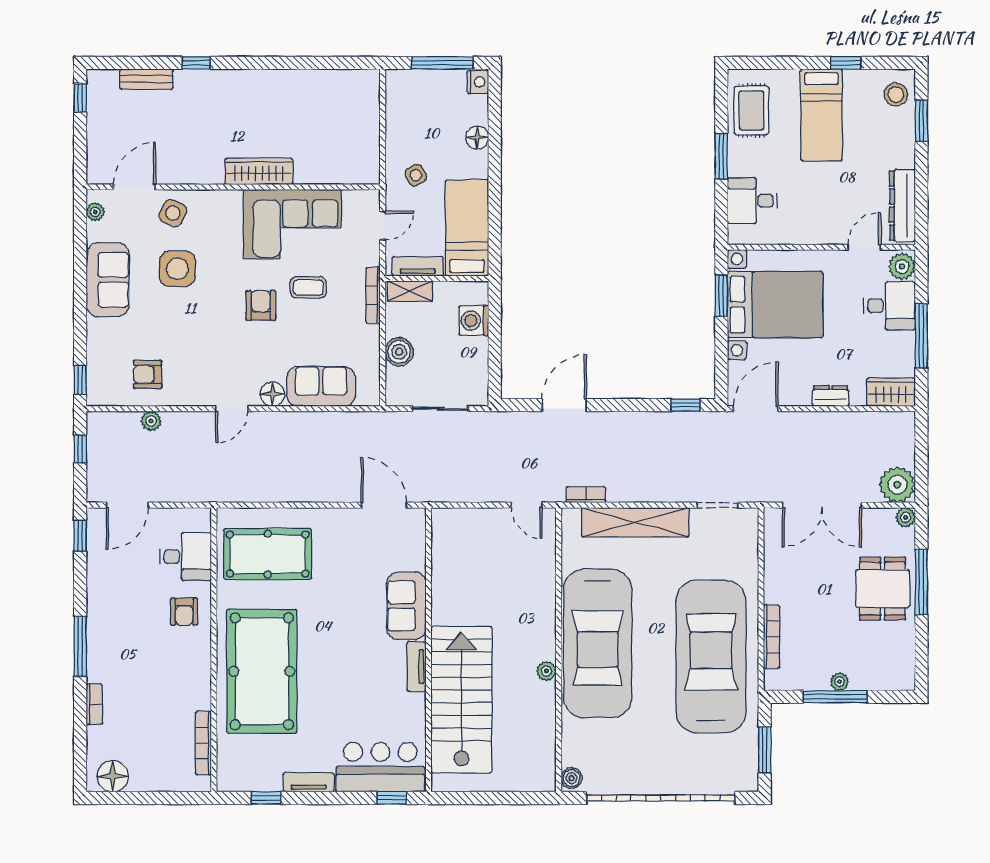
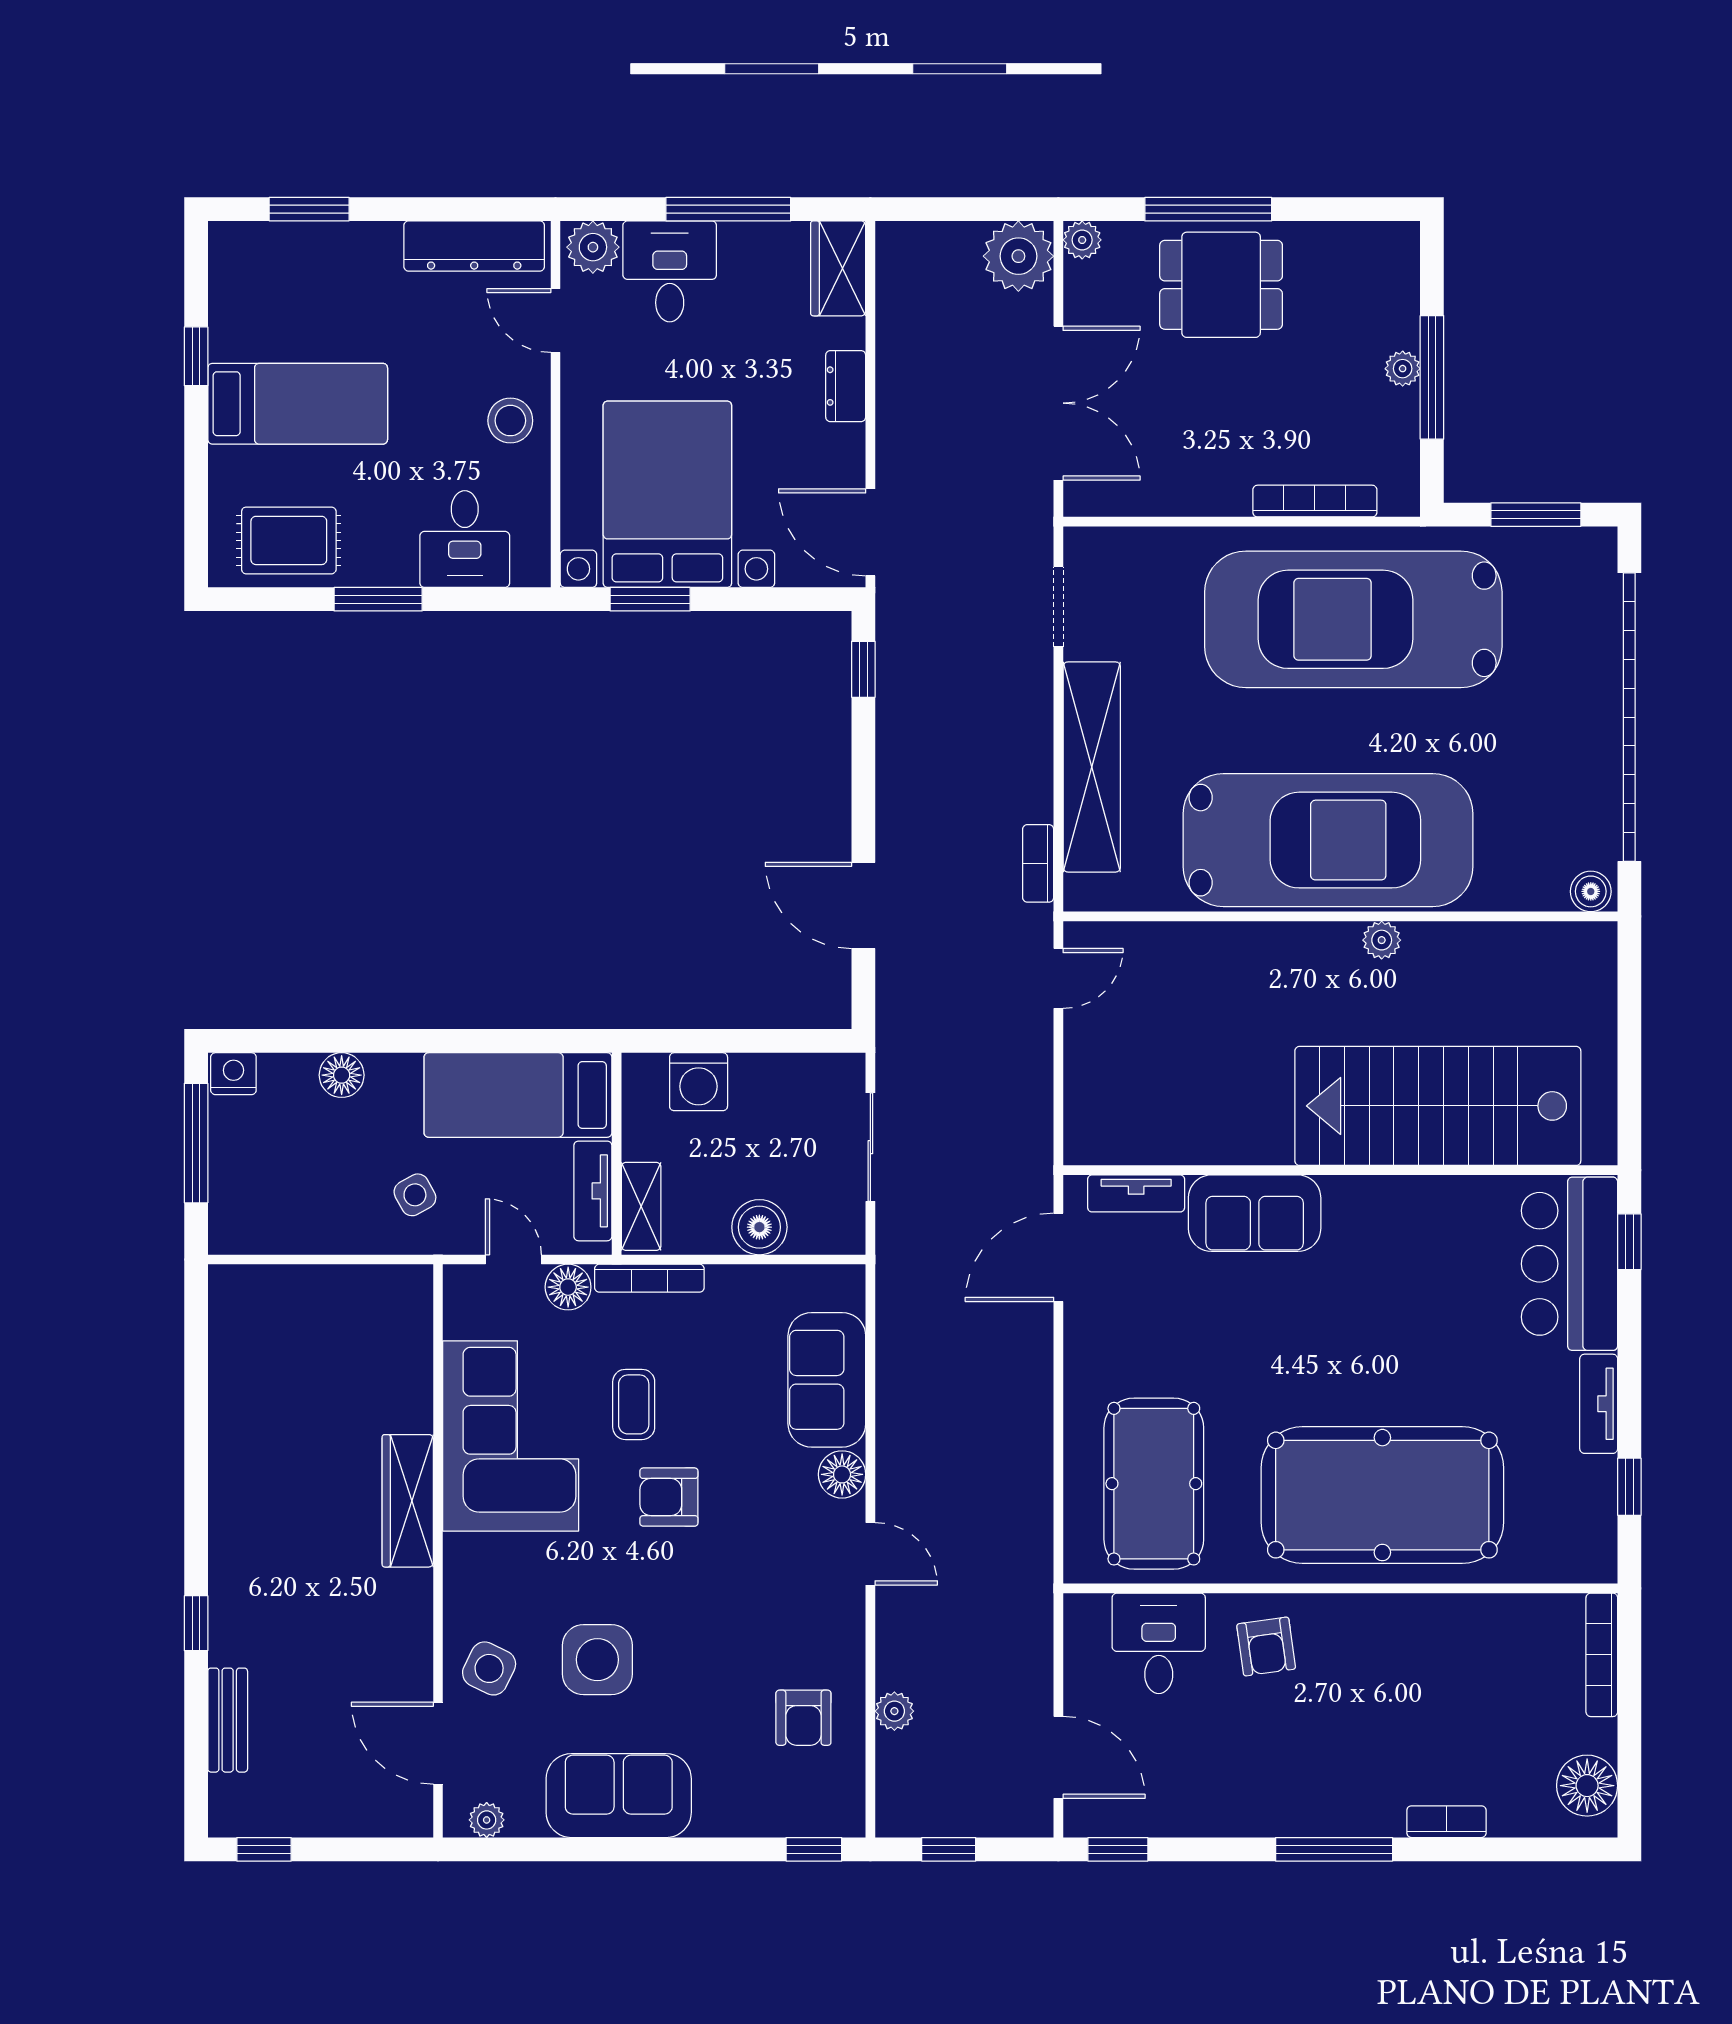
stool: (896, 95) -> (510, 421), moved
floor lamp: (368, 254) -> (568, 1287), added
armchair: (184, 612) -> (1266, 1646), turned 82
tv unit: (417, 667) -> (1136, 1193), moved
bookcase: (203, 743) -> (1602, 1655), moved, turned 90

